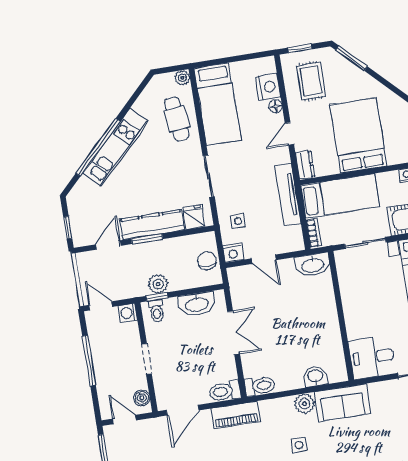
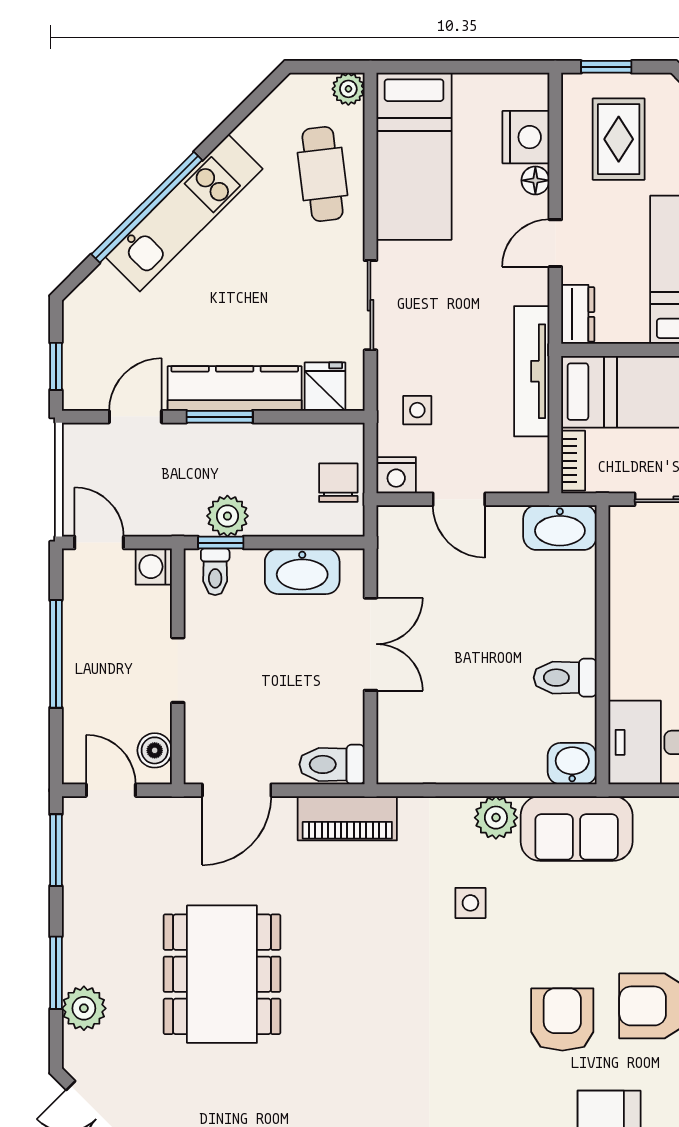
washbasin: (315, 376) -> (572, 764), moved
toilet: (260, 386) -> (565, 678), moved, turned 180

